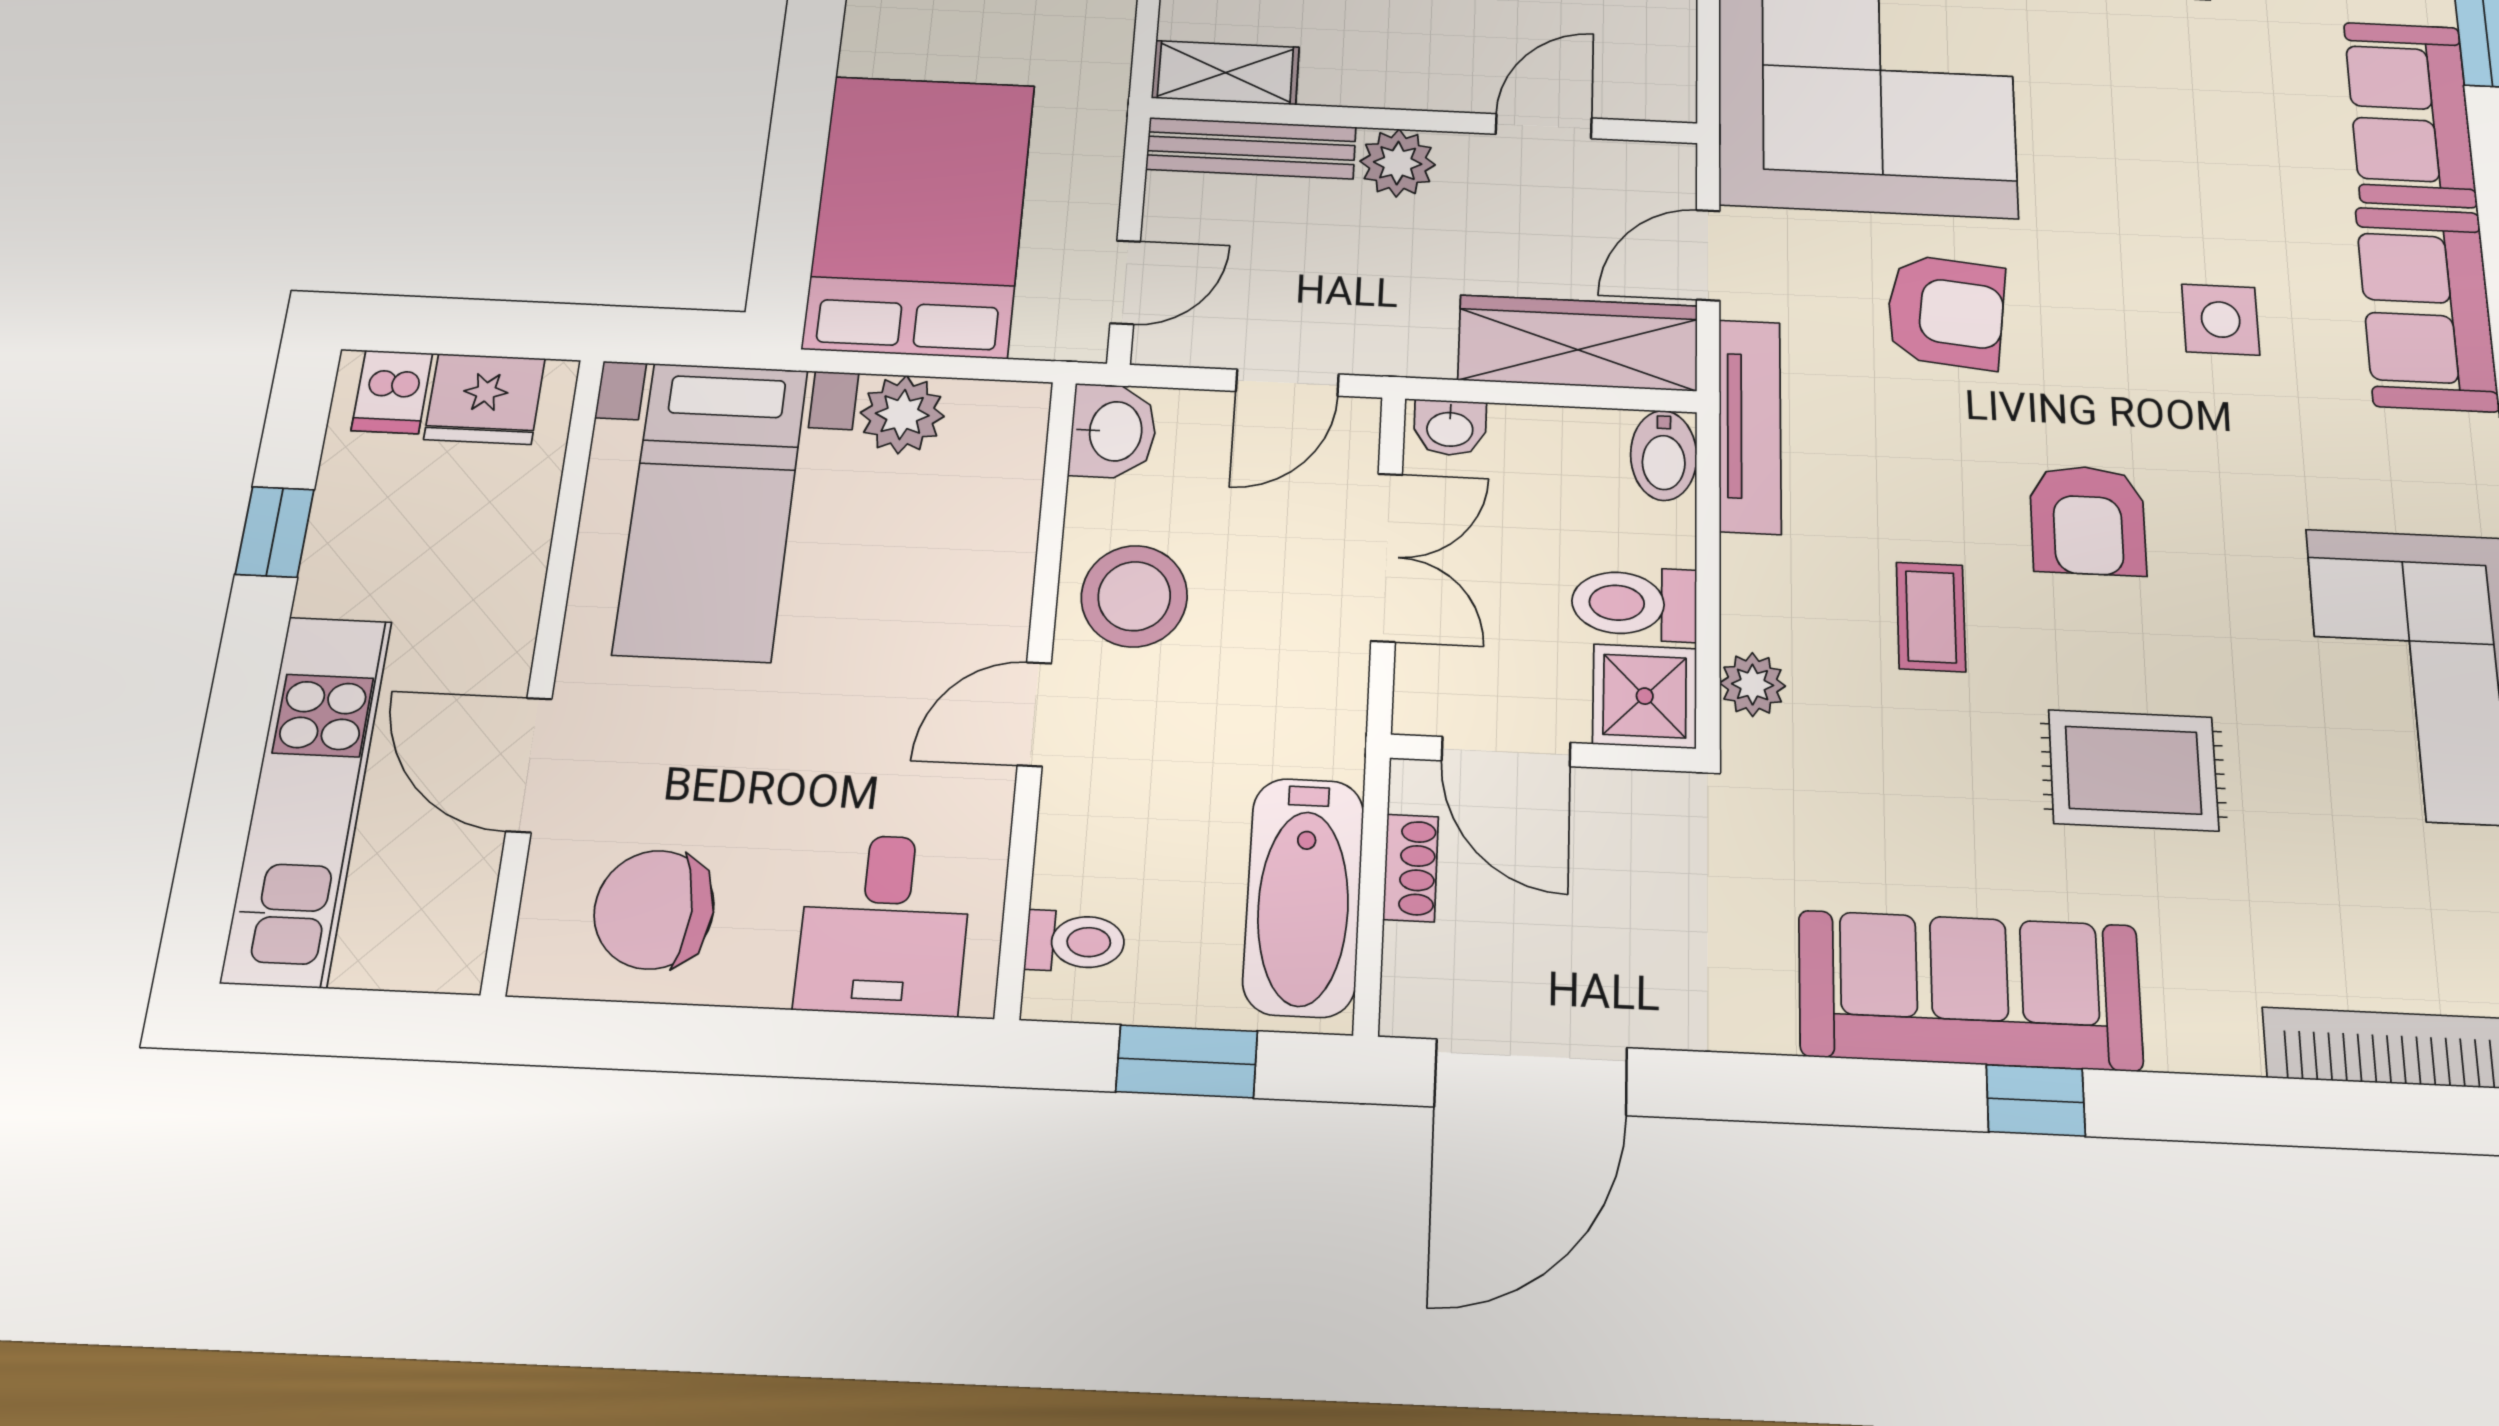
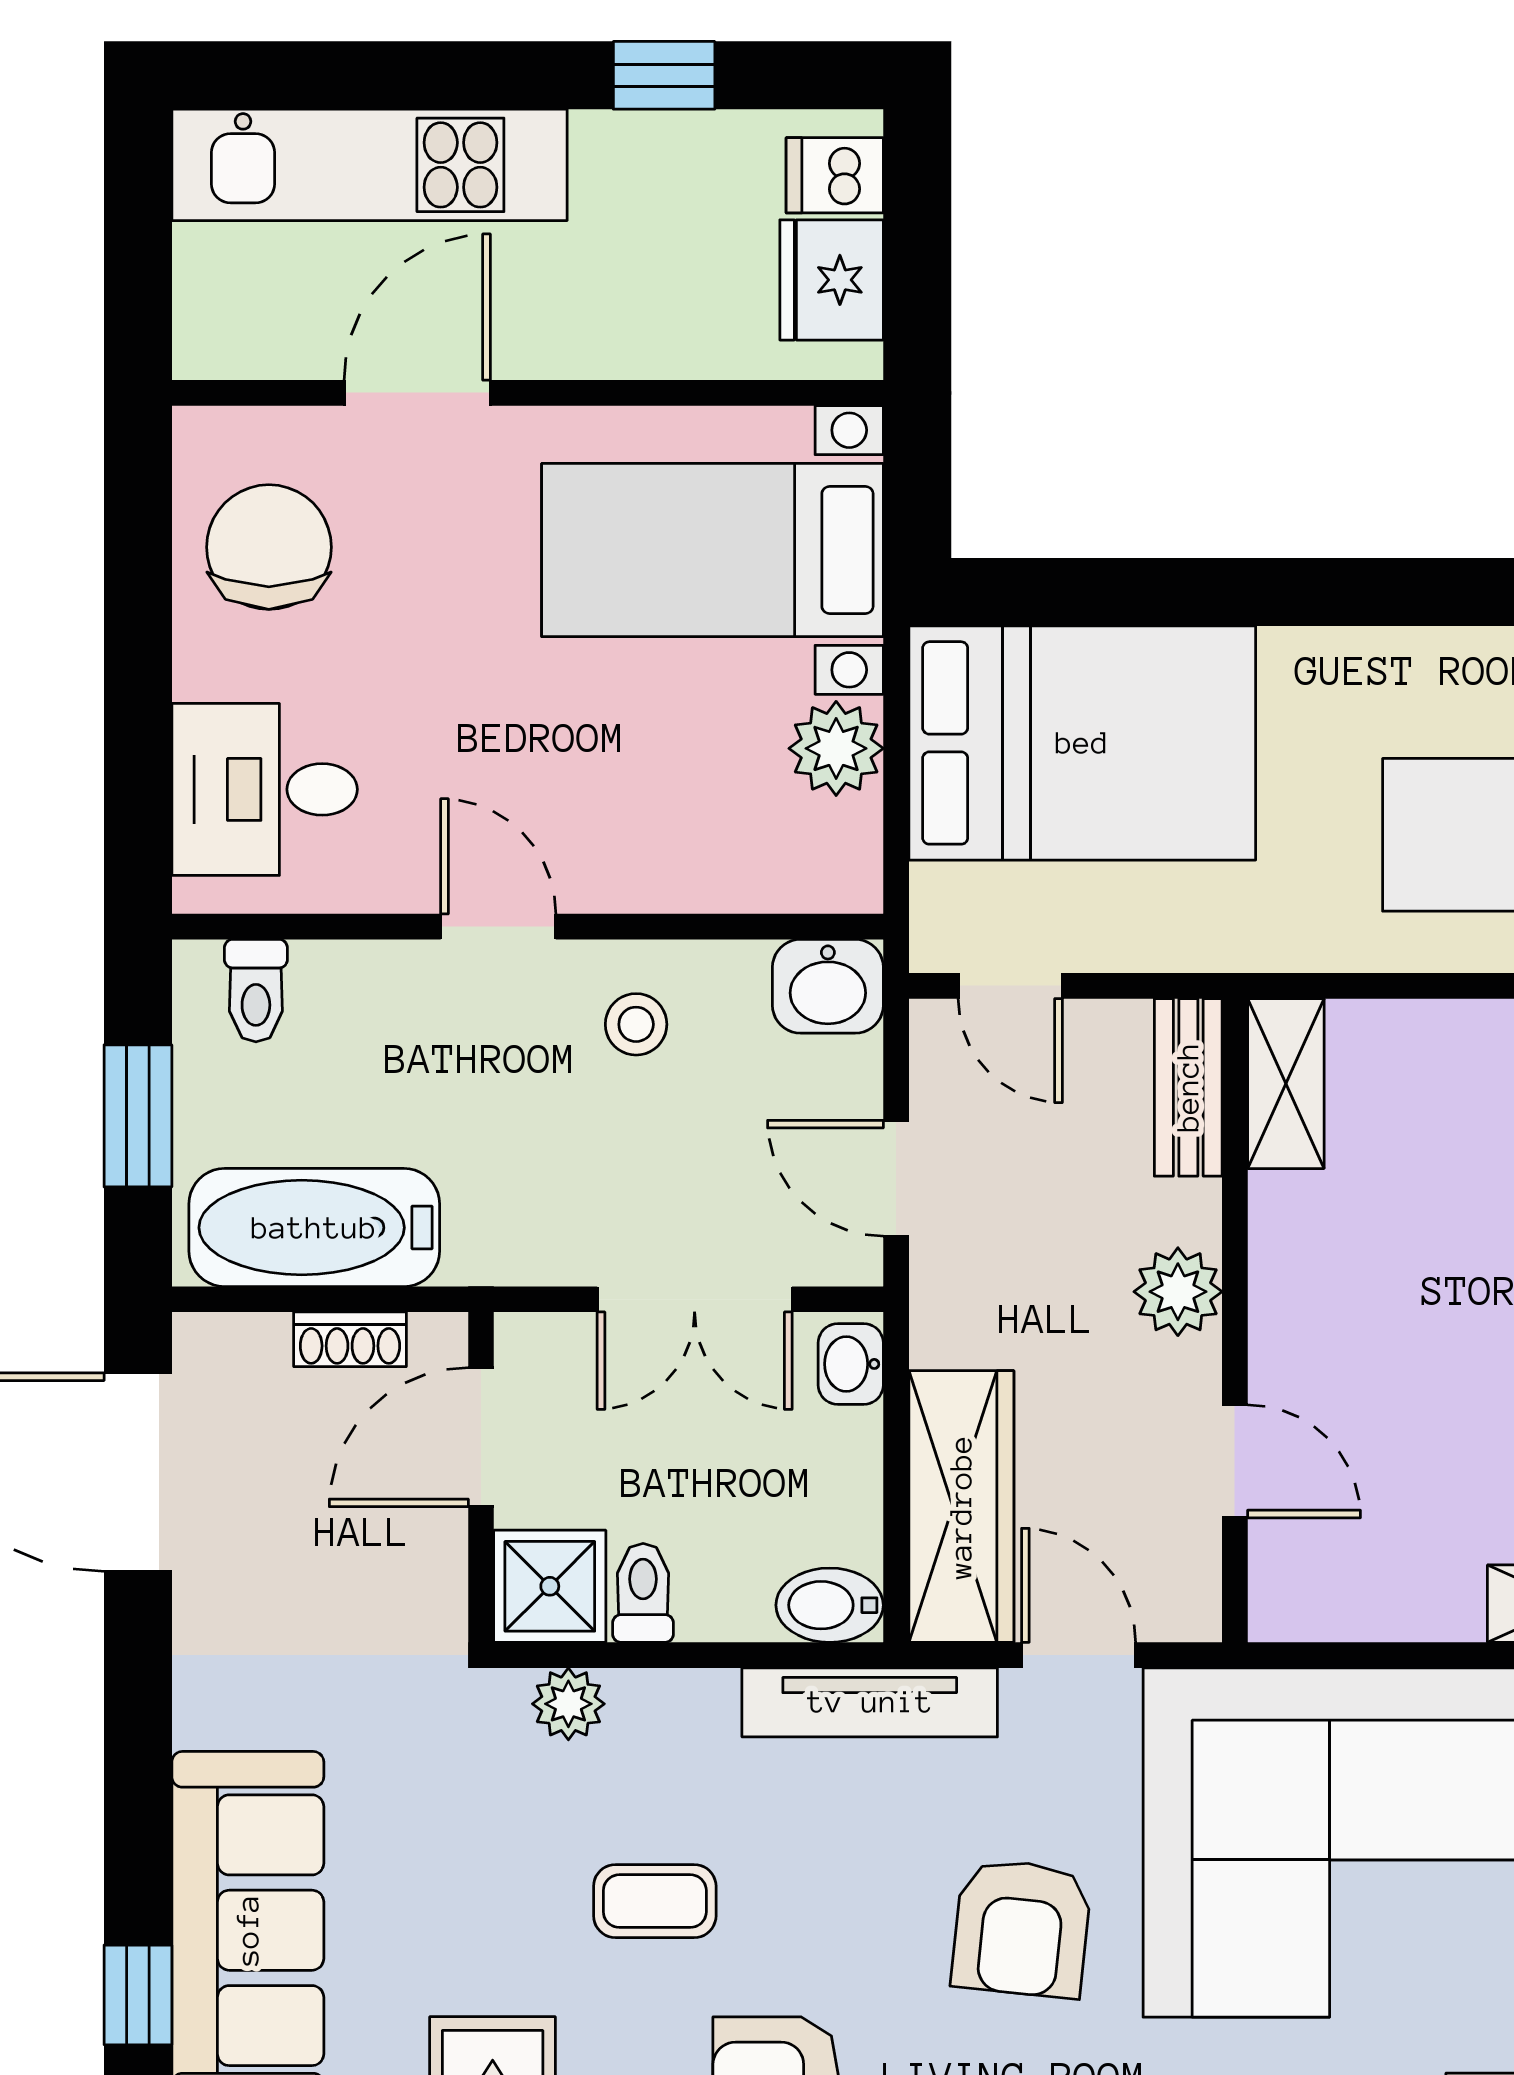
bench: (1251, 148) -> (1188, 1087), width x0.73
stool: (1134, 596) -> (636, 1024), width x0.53, depth x0.53
toilet: (1634, 604) -> (643, 1593), width x0.73, depth x0.72

